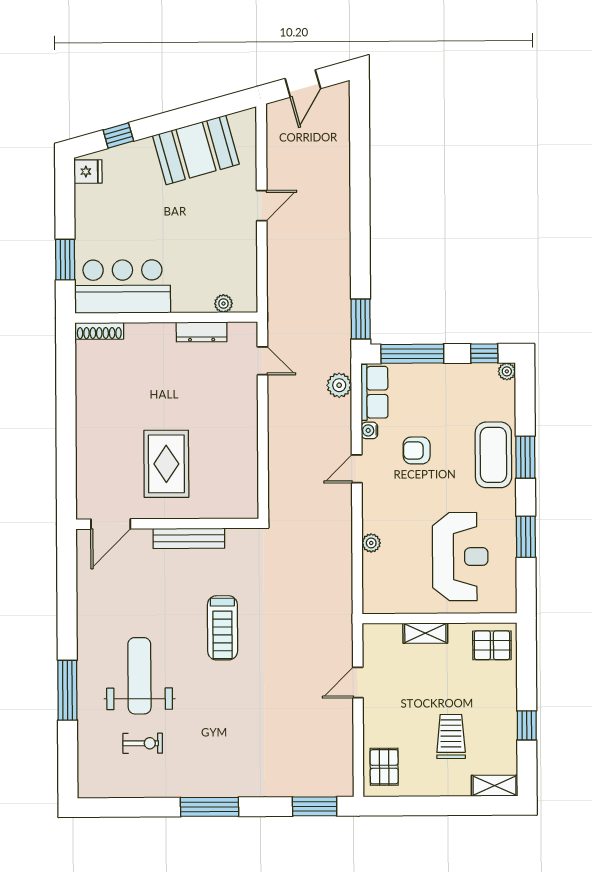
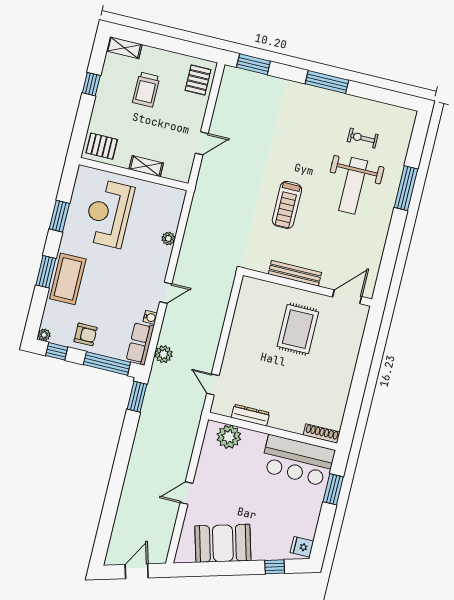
plant: (223, 304) -> (229, 437), width x1.88, depth x1.88
armchair: (417, 450) -> (86, 334), moved
treadmill: (222, 628) -> (287, 205), turned 180

